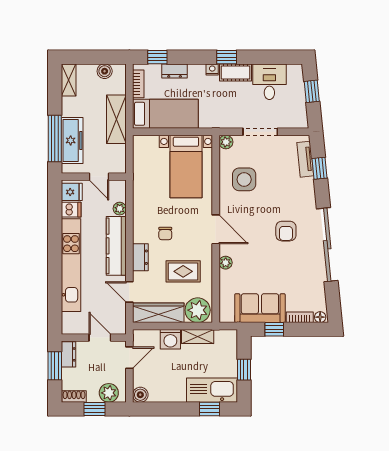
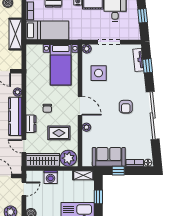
shelving: (198, 336) -> (83, 175), moved

